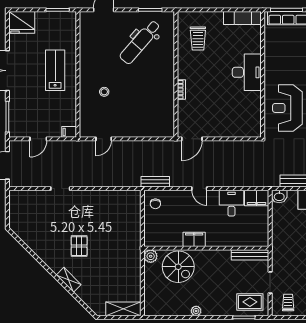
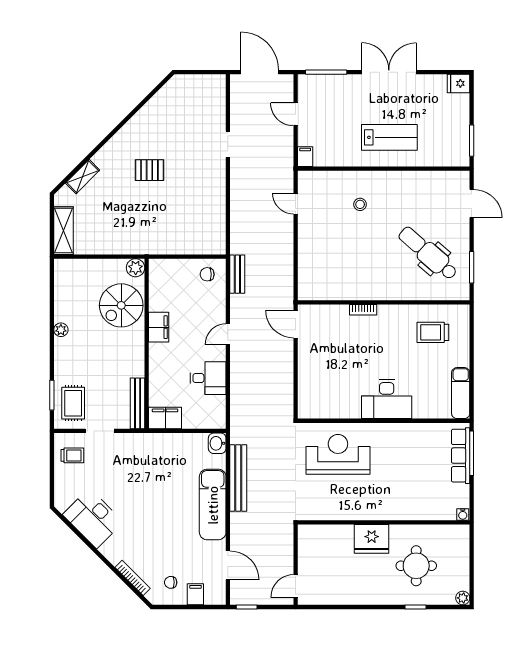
fridge: (22, 22) -> (458, 83), width x0.53, depth x0.75
filing cabinet: (256, 198) -> (165, 418), moved, turned 90
shelving: (69, 280) -> (83, 177), moved

